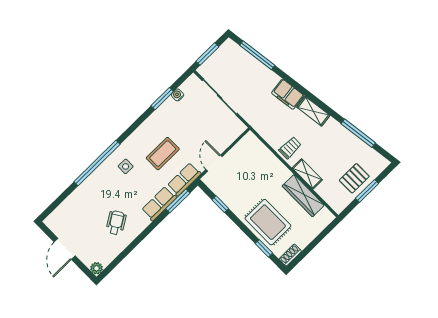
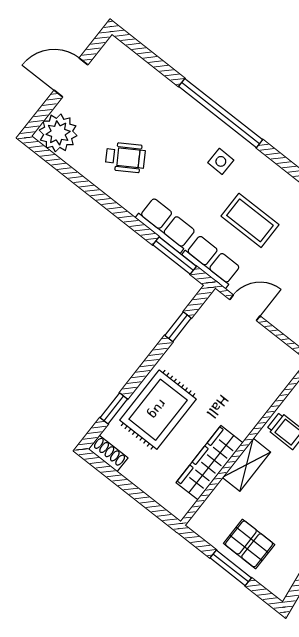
plant: (96, 268) -> (58, 133), width x1.87, depth x1.87

